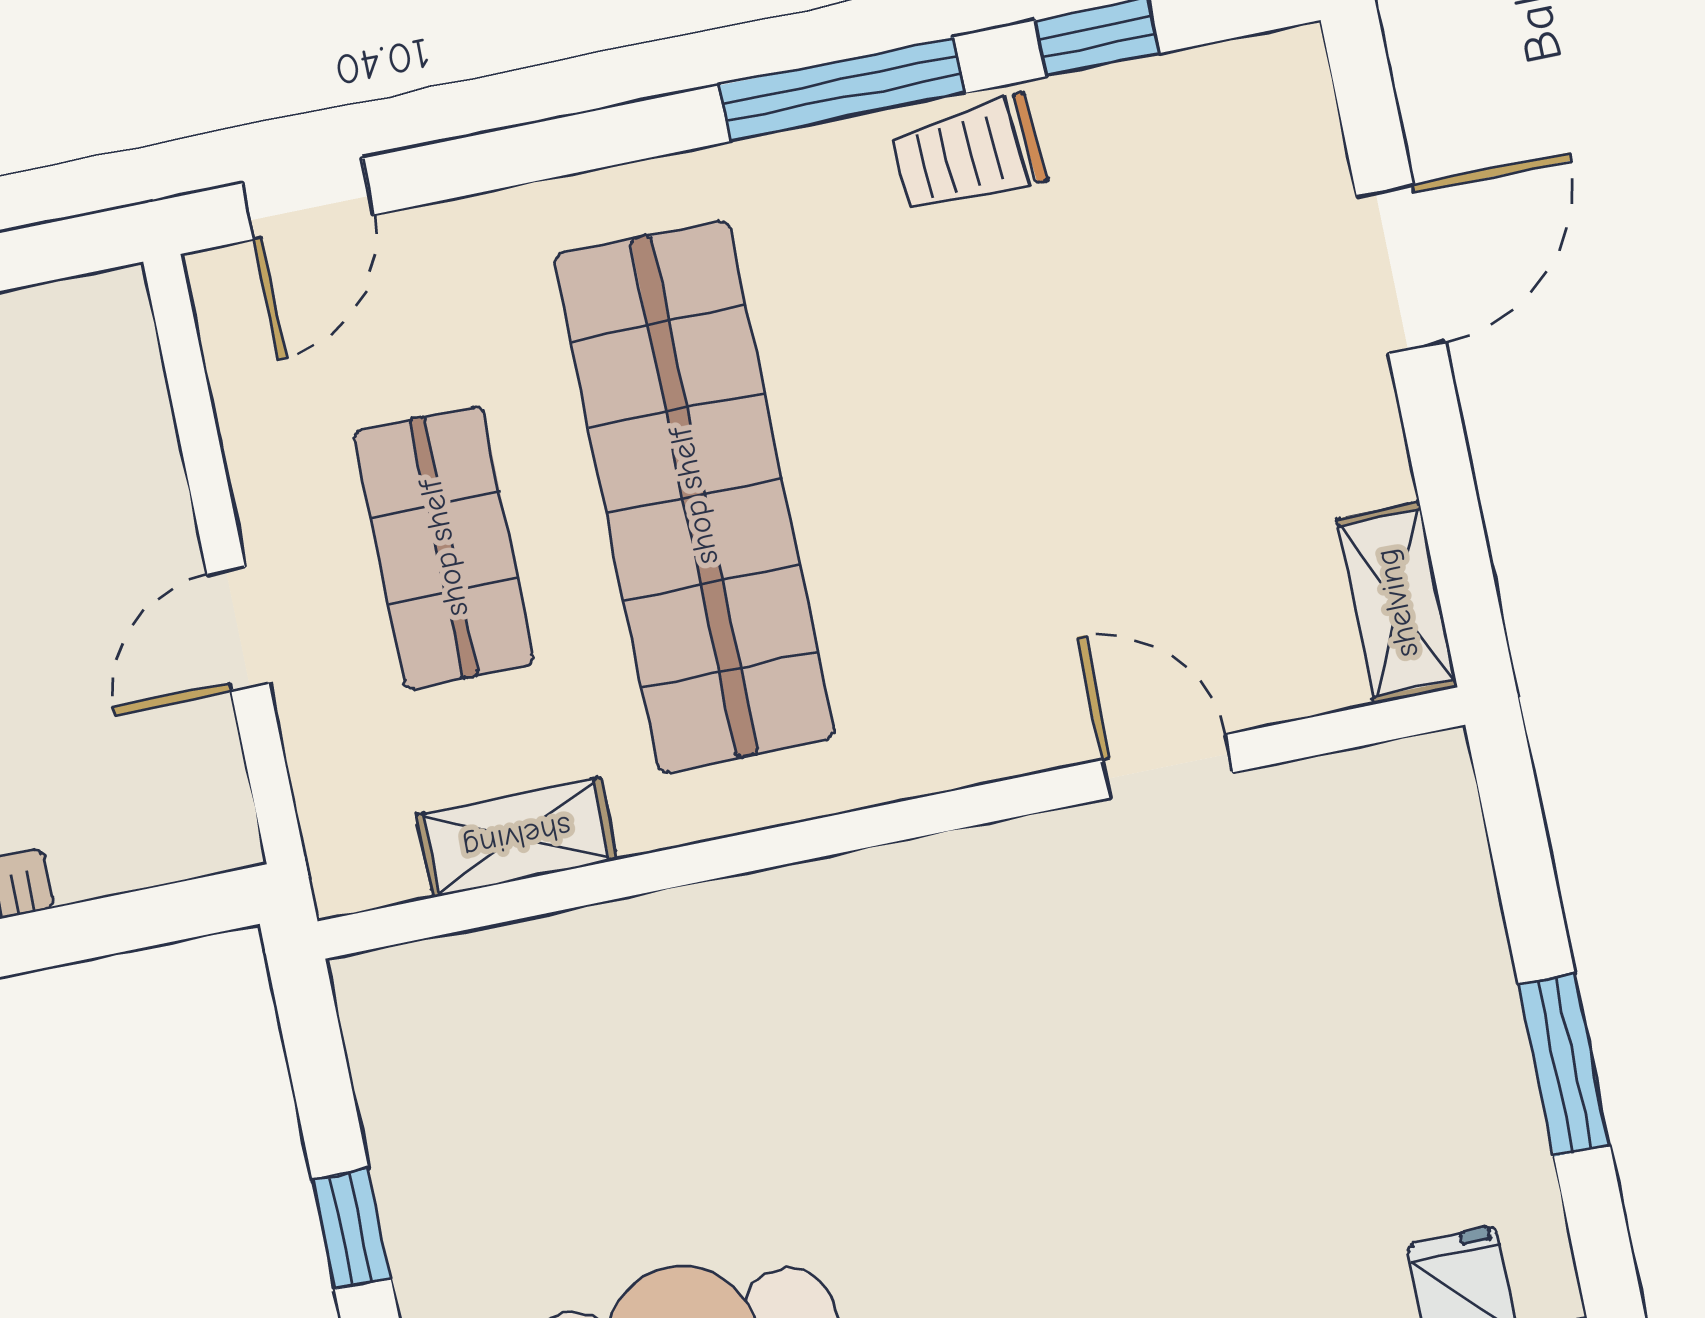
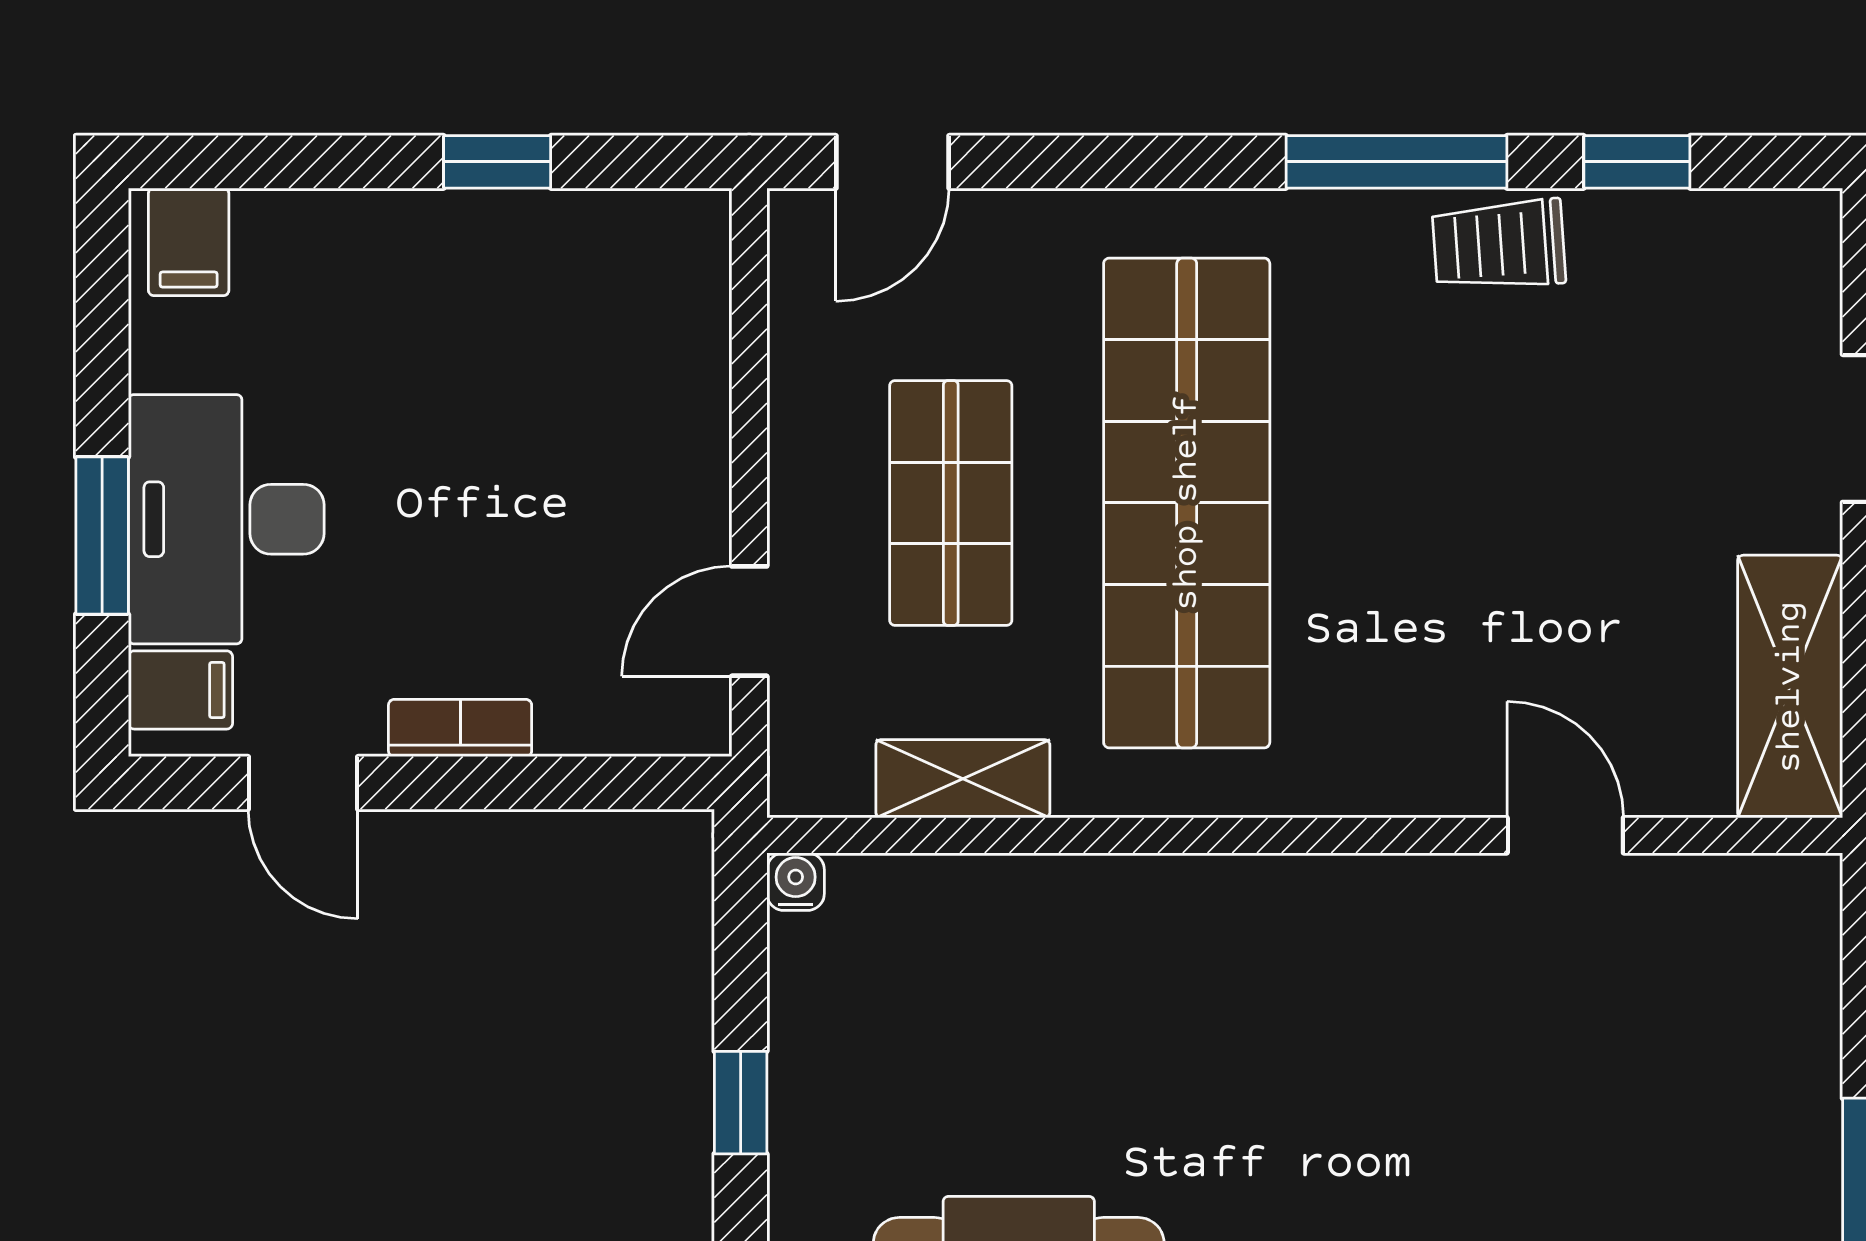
shelving: (1397, 603) -> (1790, 687), width x1.50, depth x1.33
door: (238, 629) -> (749, 621), moved
water cooler: (362, 983) -> (796, 882), added

